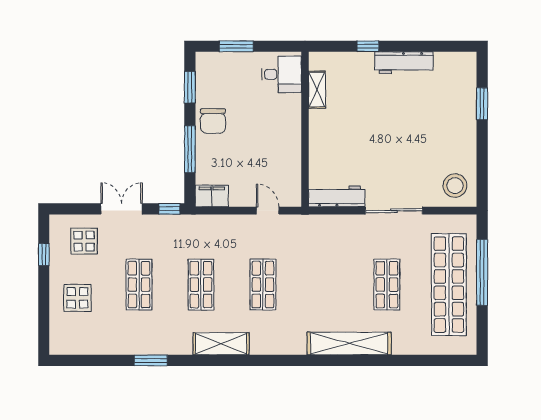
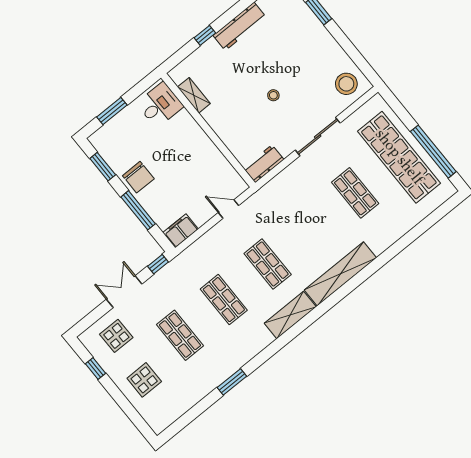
stool: (385, 145) -> (273, 95), added
workbench: (337, 196) -> (264, 164), width x0.73
window: (482, 272) -> (433, 152), moved
shelving: (349, 343) -> (340, 274), moved
shelving: (221, 344) -> (290, 315), moved

